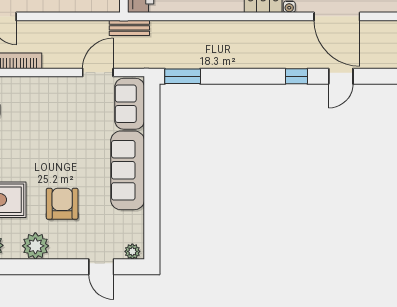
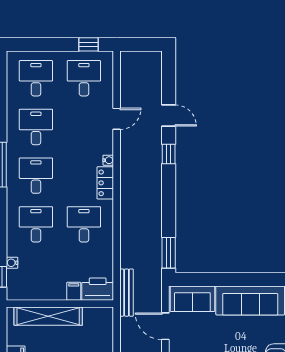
door: (337, 16) -> (117, 119), width x0.53
bench: (129, 28) -> (127, 293), width x1.36

